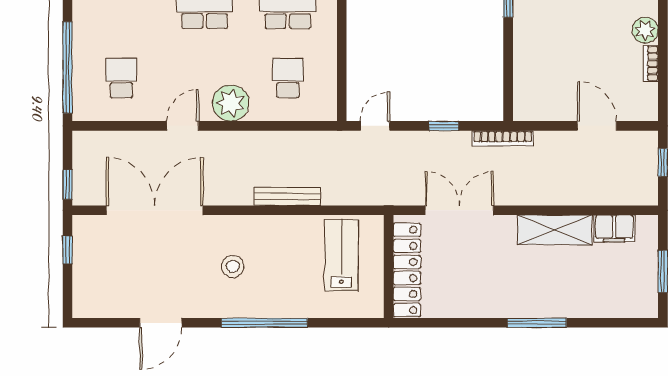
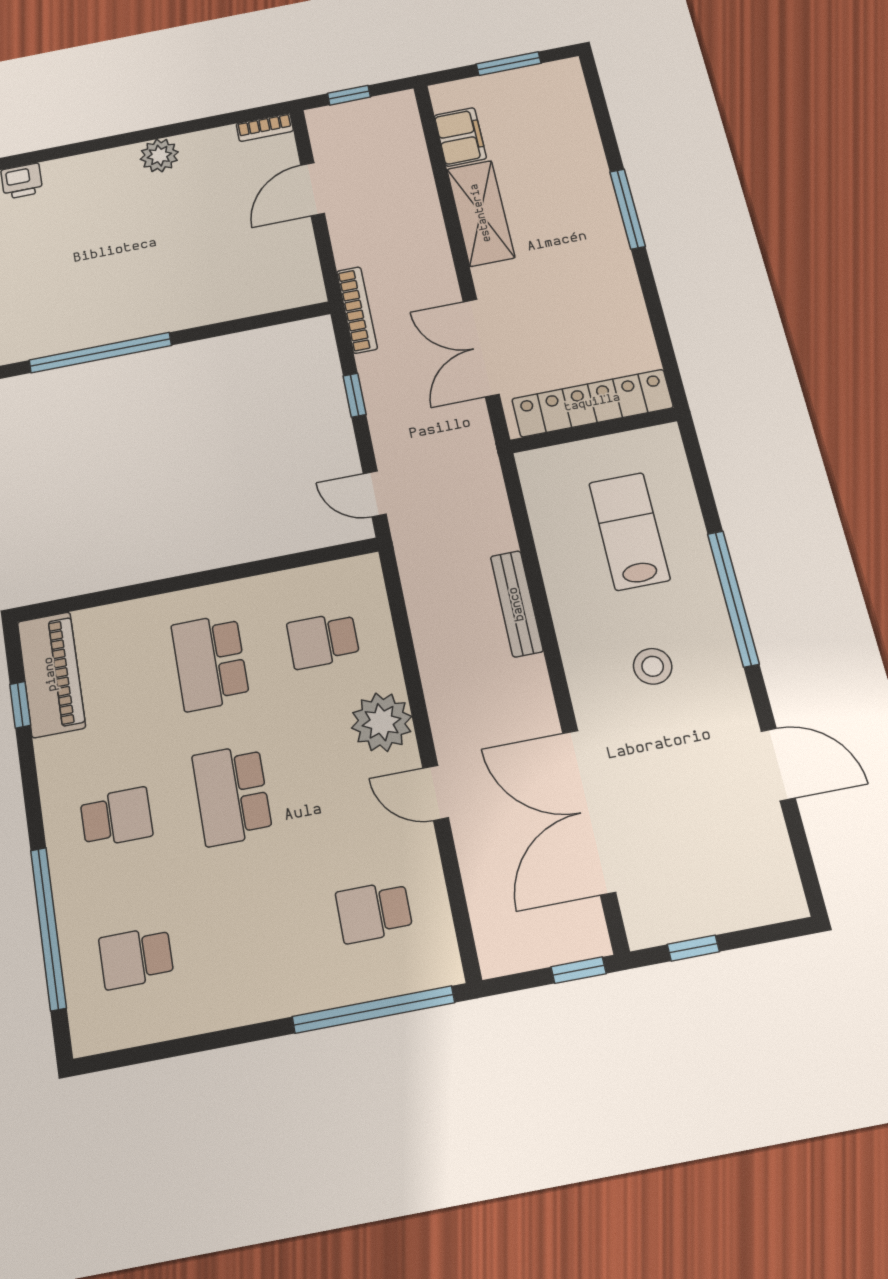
bookcase: (651, 63) -> (265, 127), moved
lab bench: (341, 255) -> (629, 531), moved, turned 90

